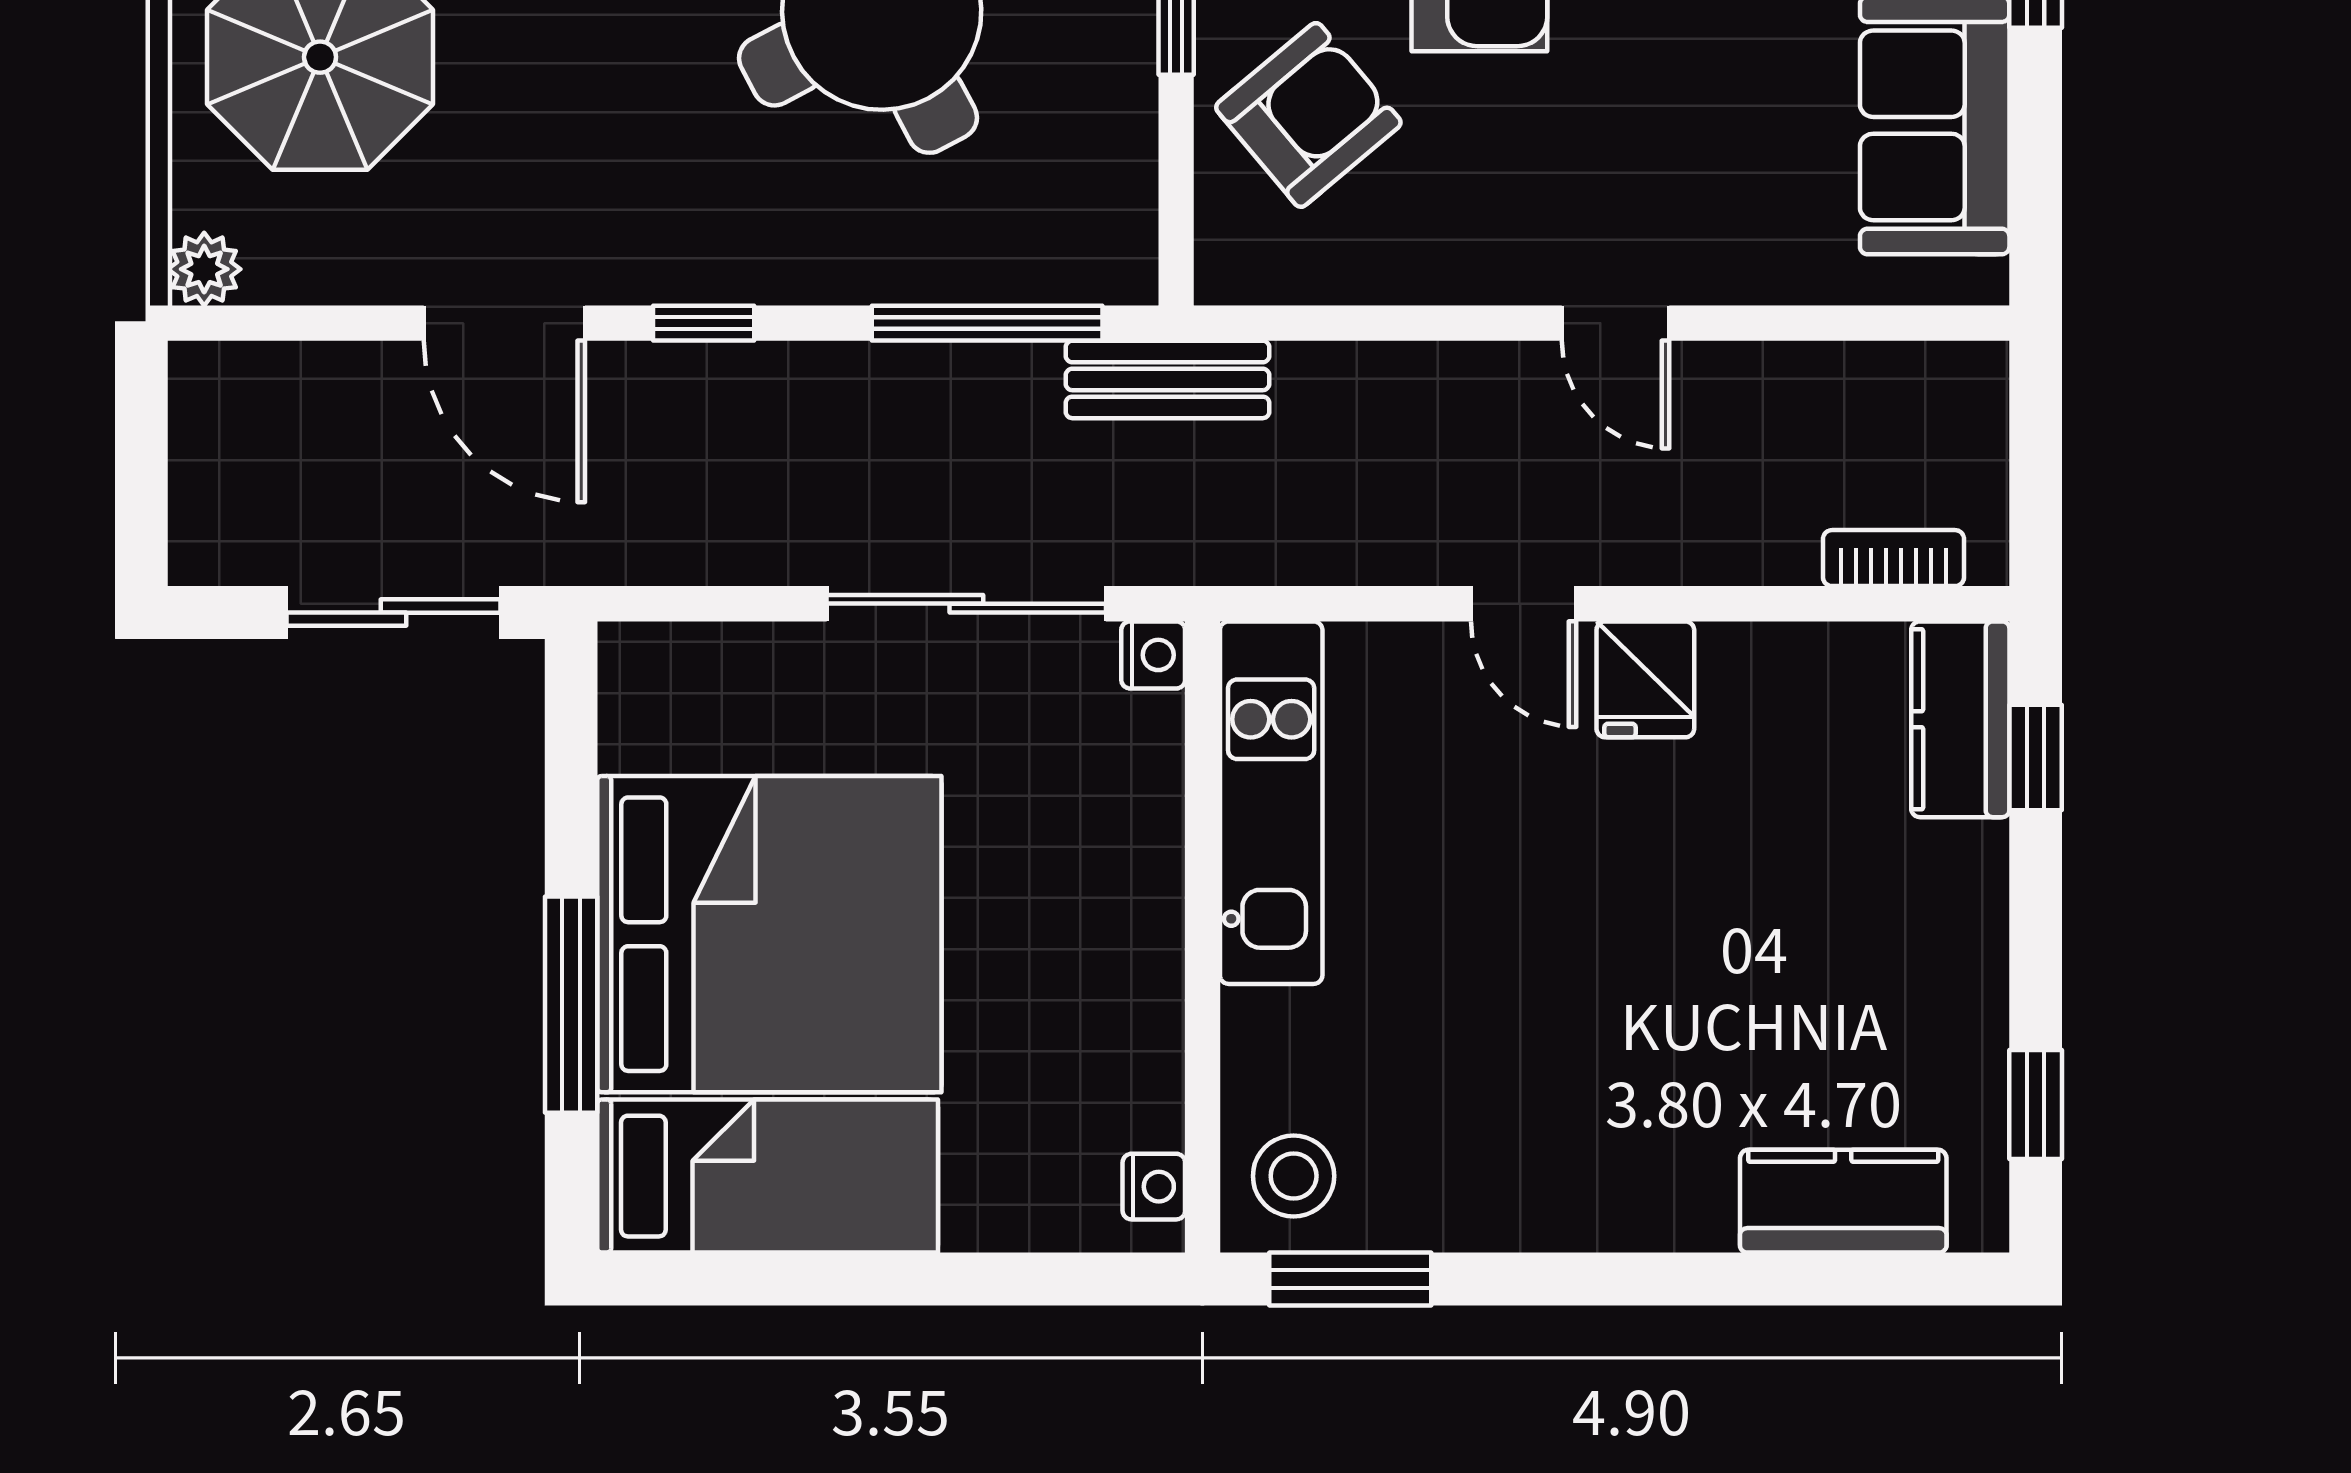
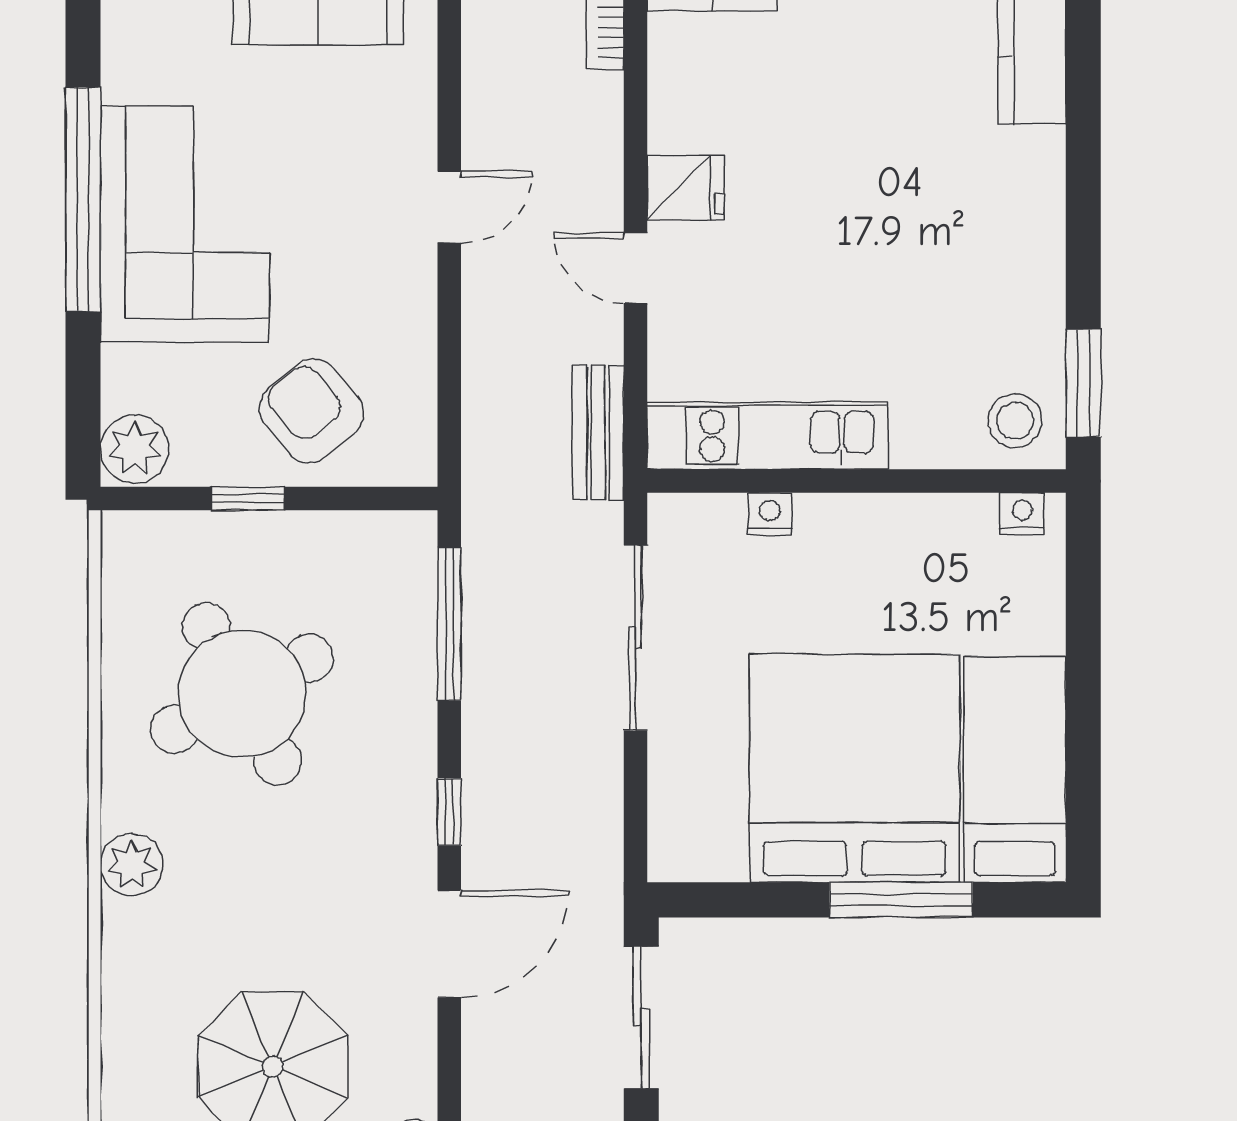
bench: (1168, 379) -> (598, 433), moved
door: (1524, 604) -> (635, 268), swing flipped
nightstand: (1153, 655) -> (770, 514), moved

